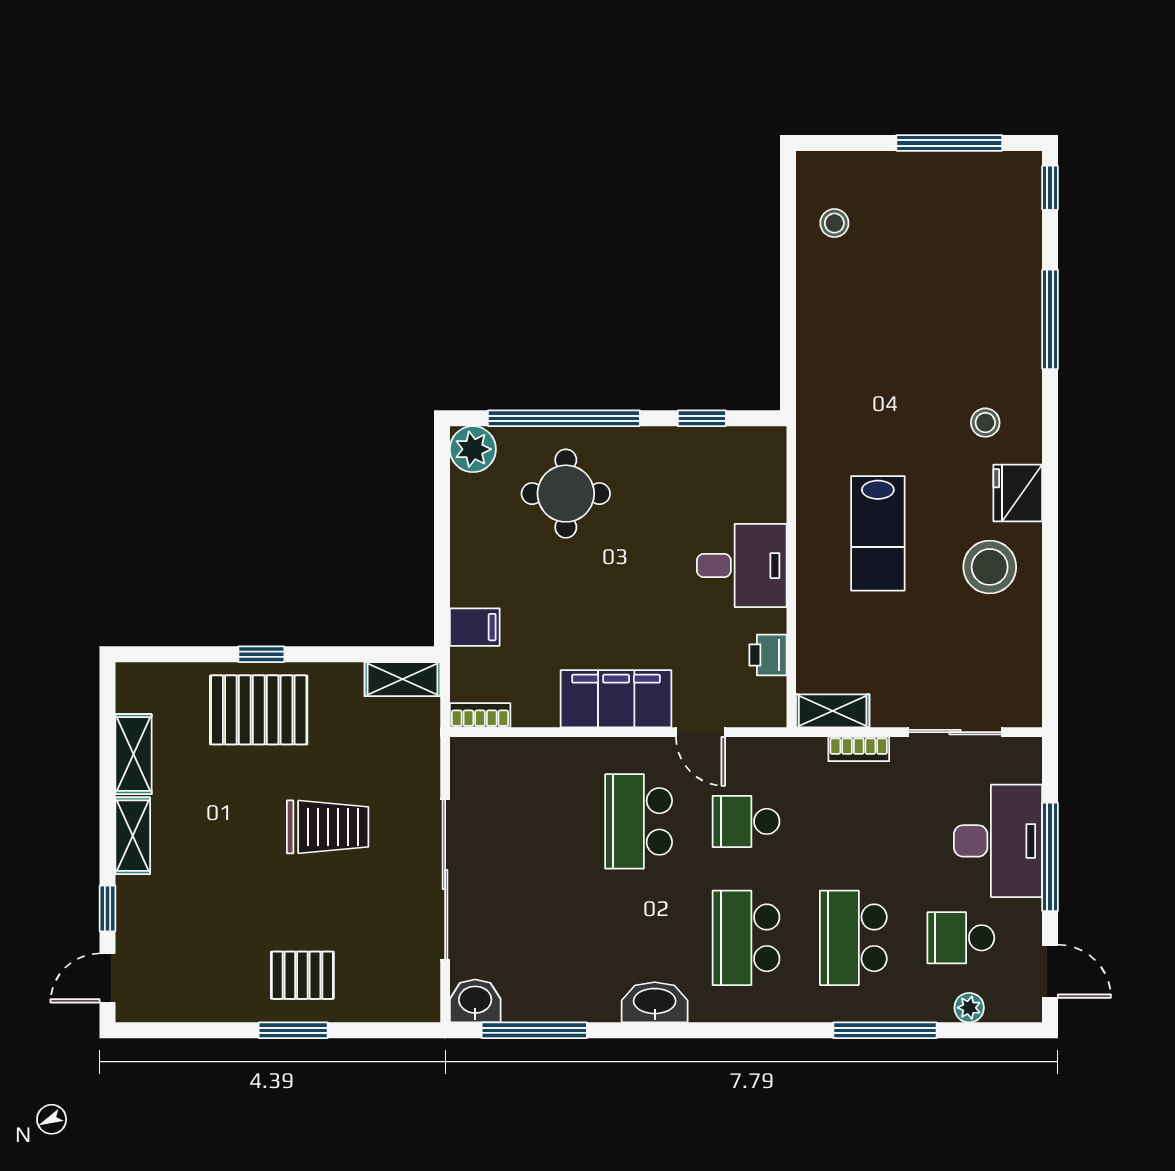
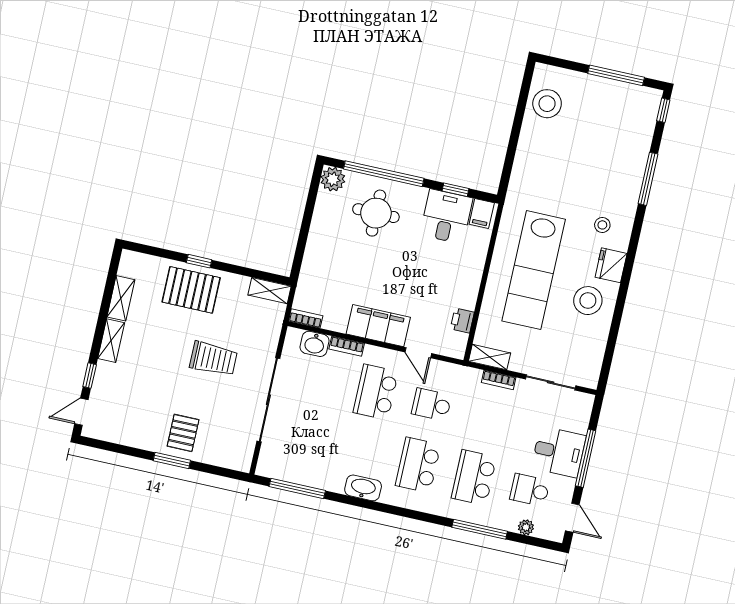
stool: (834, 223) -> (547, 104), width x1.89, depth x1.89
lab bench: (878, 533) -> (534, 270), width x1.86, depth x1.39
desk: (742, 566) -> (446, 216), moved, turned -90
filing cabinet: (475, 627) -> (482, 213), moved, turned 90
bookcase: (566, 749) -> (347, 346), added
desk: (998, 841) -> (559, 452), width x0.73
pallet: (302, 975) -> (183, 433), turned 90
washbasin: (475, 1001) -> (315, 344), moved, turned 180

